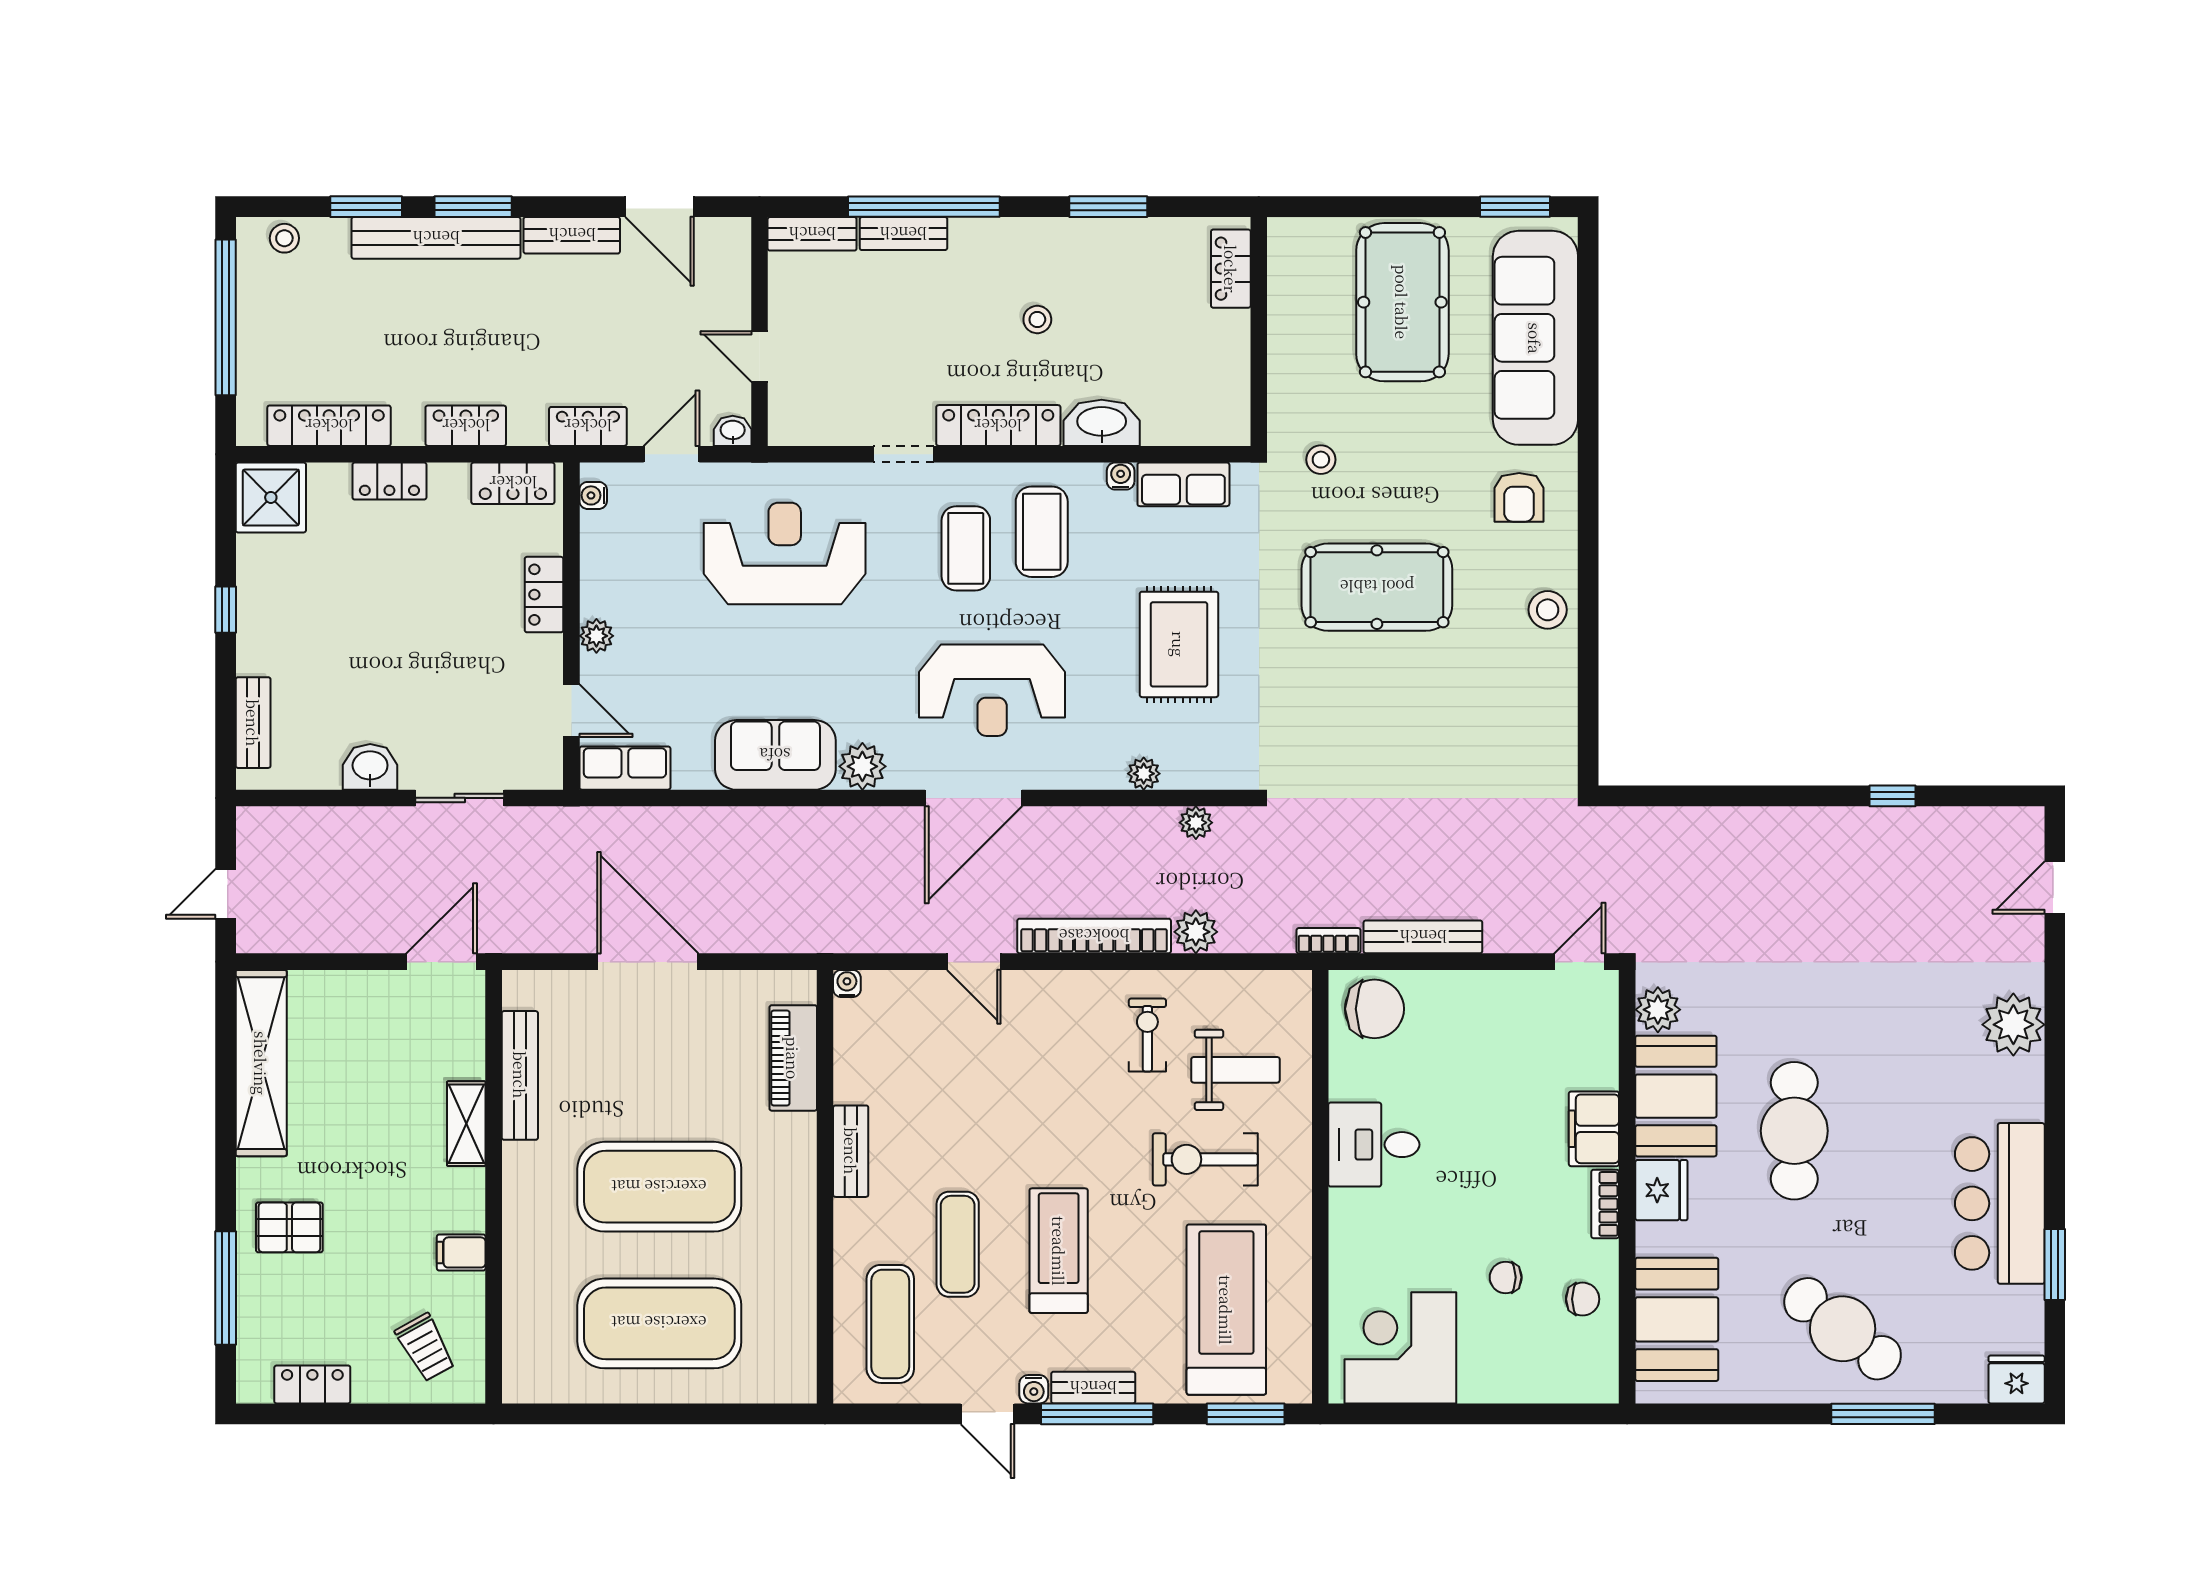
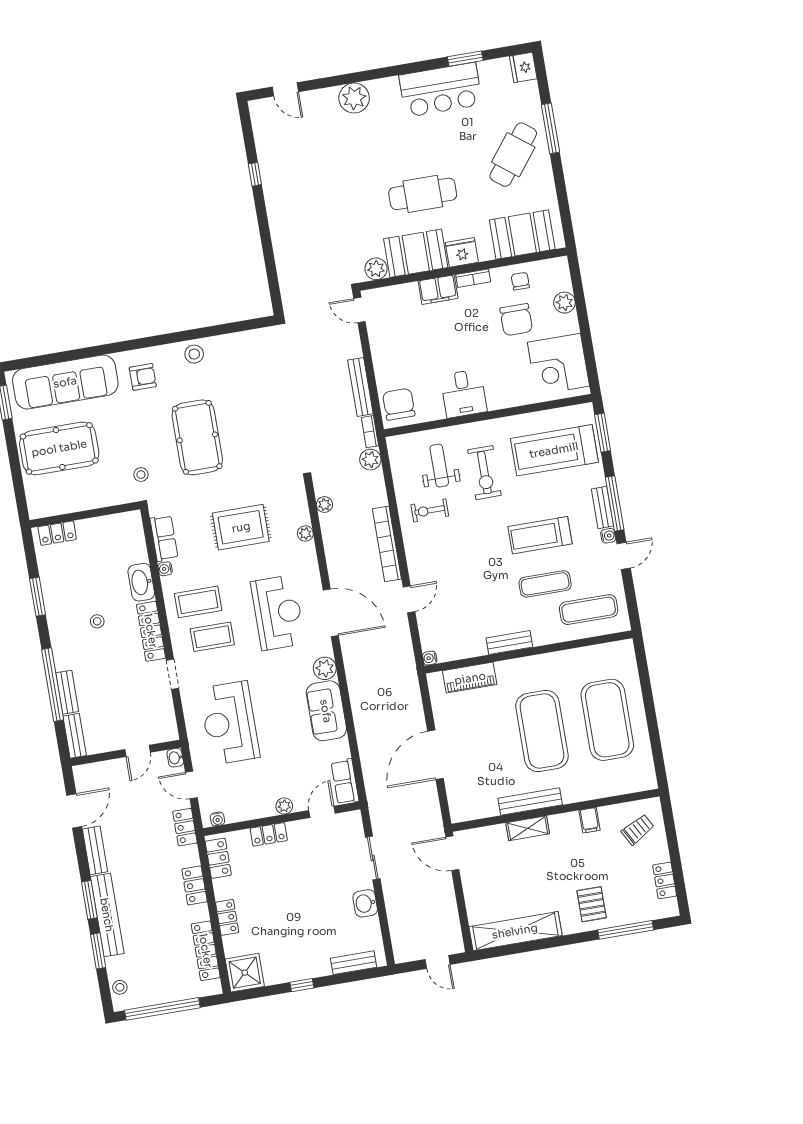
plant: (1196, 932) -> (370, 460), moved
bench: (520, 1075) -> (530, 802), moved
chair: (1506, 1277) -> (516, 320), width x1.87, depth x1.87
plant: (1524, 1382) -> (564, 303), added

